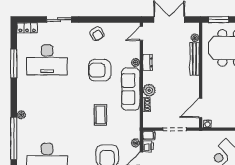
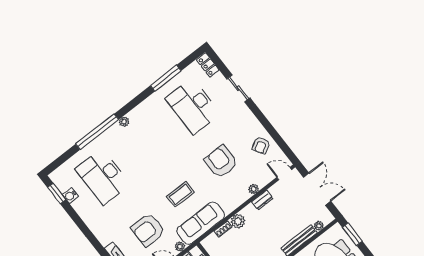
armchair: (97, 34) -> (261, 145), moved
sofa: (131, 89) -> (201, 223), moved

